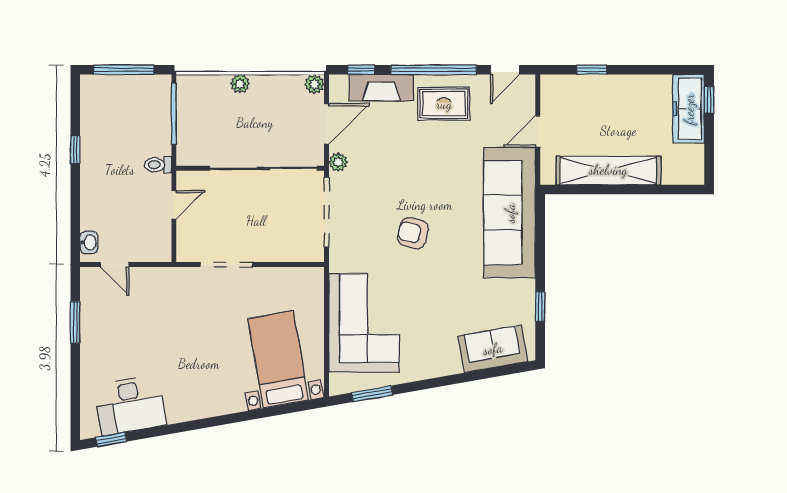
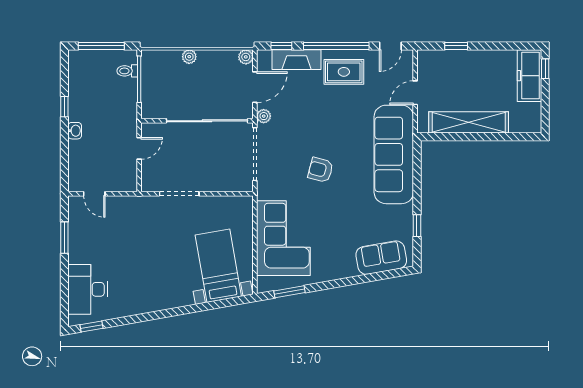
toilet: (158, 165) -> (127, 71), moved
washbasin: (89, 242) -> (75, 131), moved
desk: (130, 405) -> (88, 289), moved, turned 100

